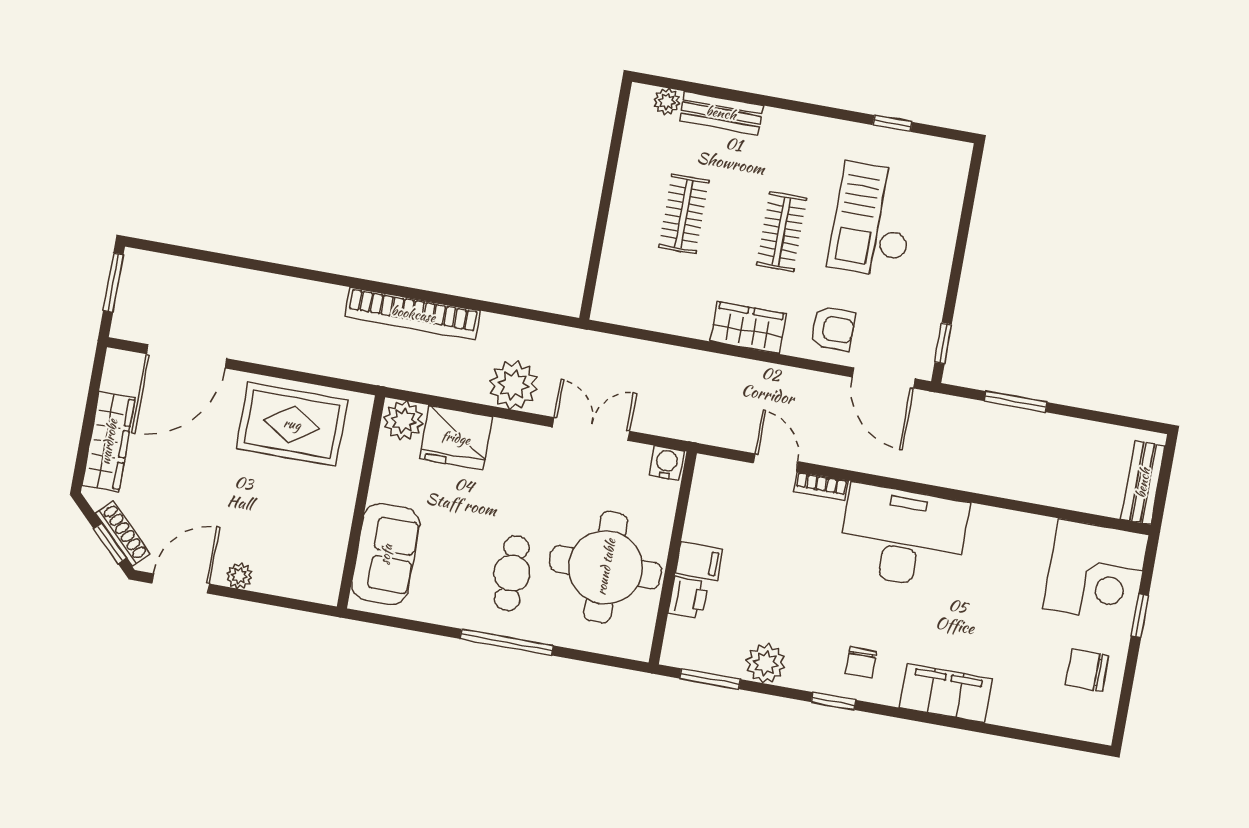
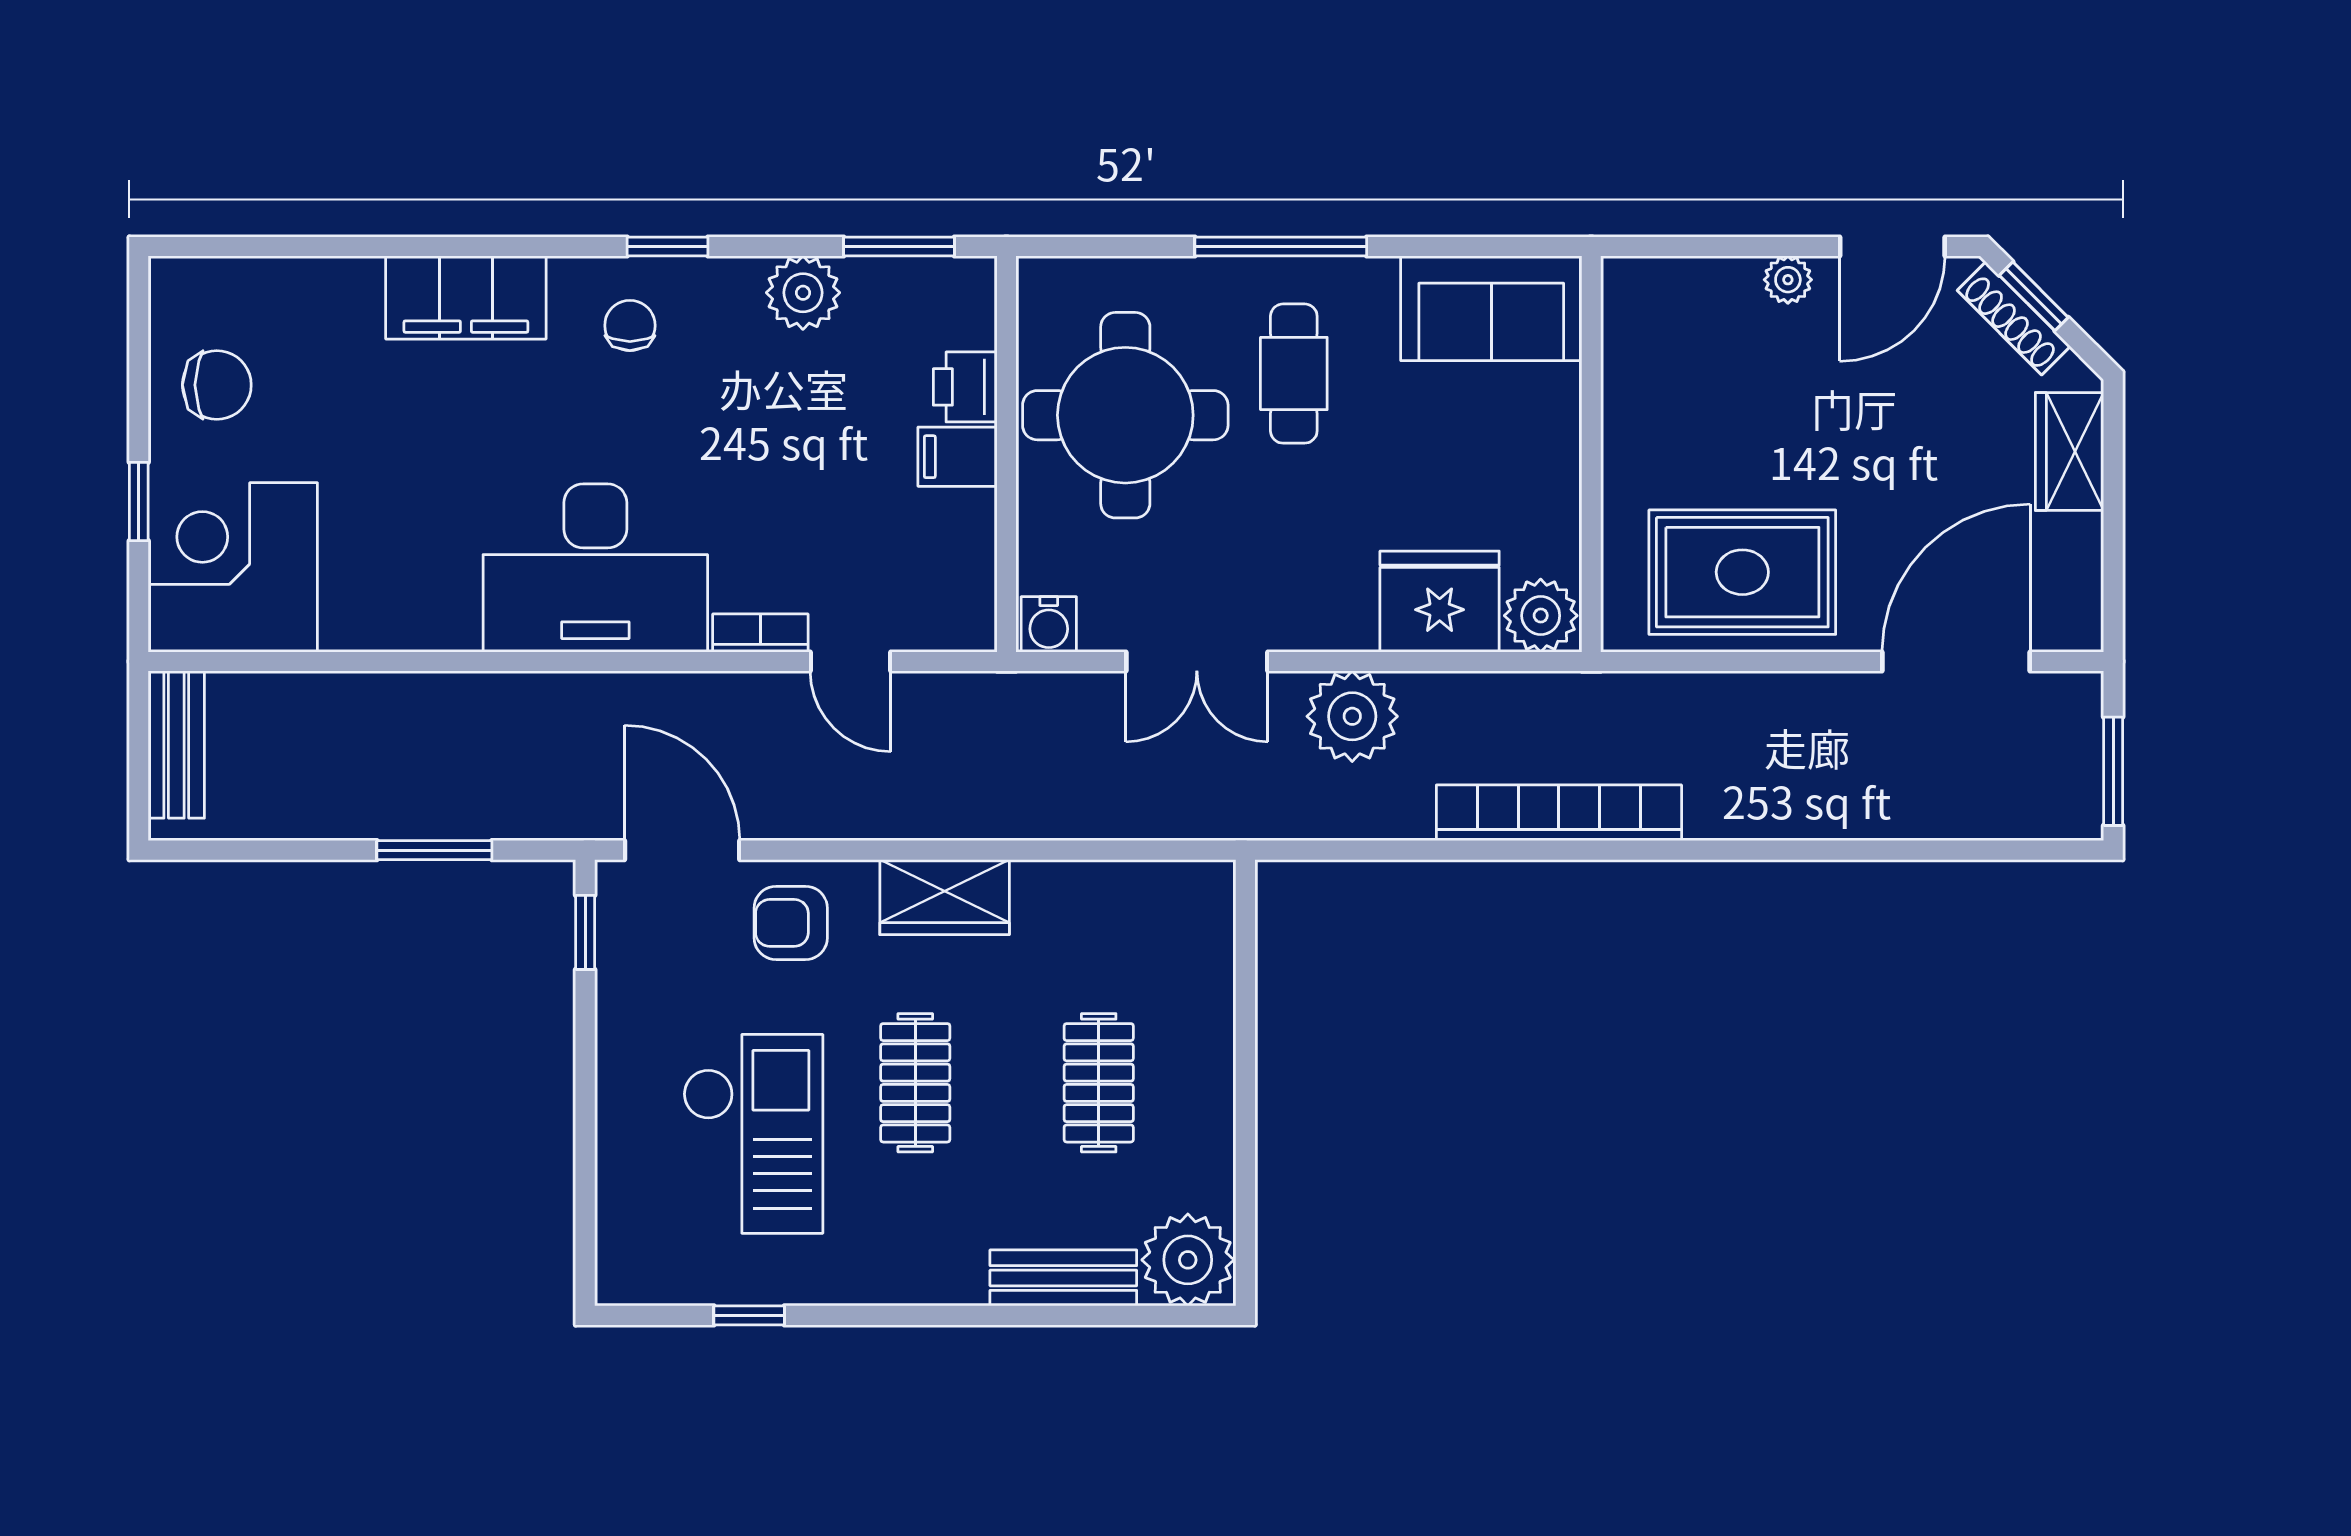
plant: (667, 102) -> (1188, 1260), width x1.87, depth x1.87
wardrobe: (109, 442) -> (2069, 452), width x0.67
sofa: (386, 554) -> (1491, 308), moved, turned -90

